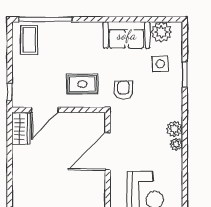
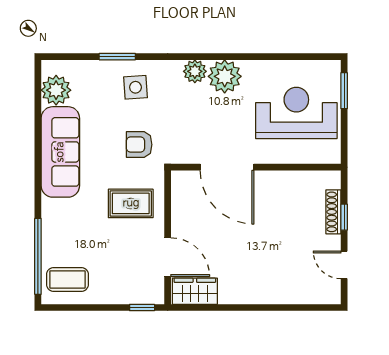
sofa: (127, 35) -> (60, 152), width x1.36
side table: (160, 64) -> (135, 87), moved
rug: (82, 84) -> (131, 203), turned 90
plant: (176, 144) -> (225, 76), width x1.87, depth x1.87

